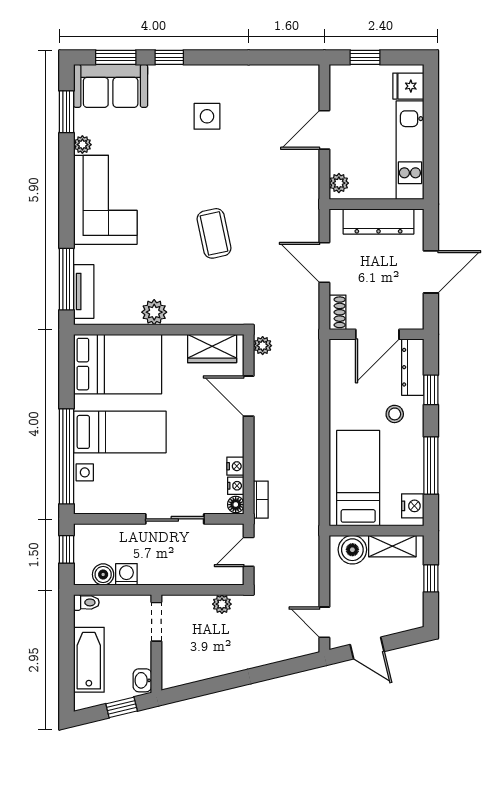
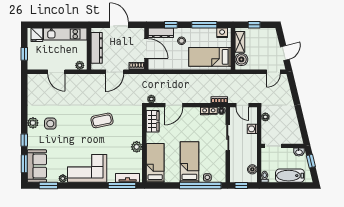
plant: (208, 77) -> (33, 123), added
bed: (118, 364) -> (155, 163), width x0.67
washing machine: (126, 574) -> (252, 129), moved

